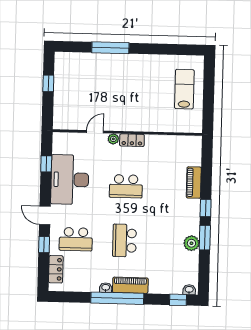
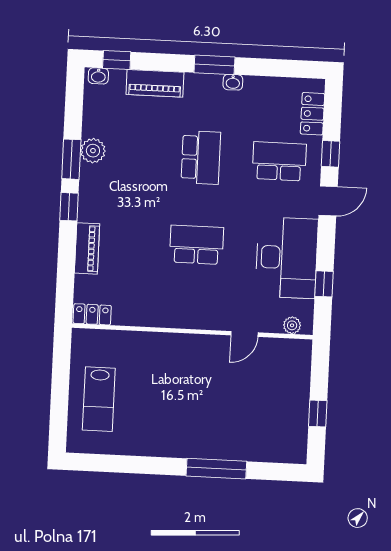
plant: (113, 139) -> (292, 325), moved
locker: (132, 140) -> (92, 314), moved
door: (45, 215) -> (328, 201), hinge flipped
piano: (130, 285) -> (155, 83), moved
window: (117, 298) -> (214, 65), width x0.47

